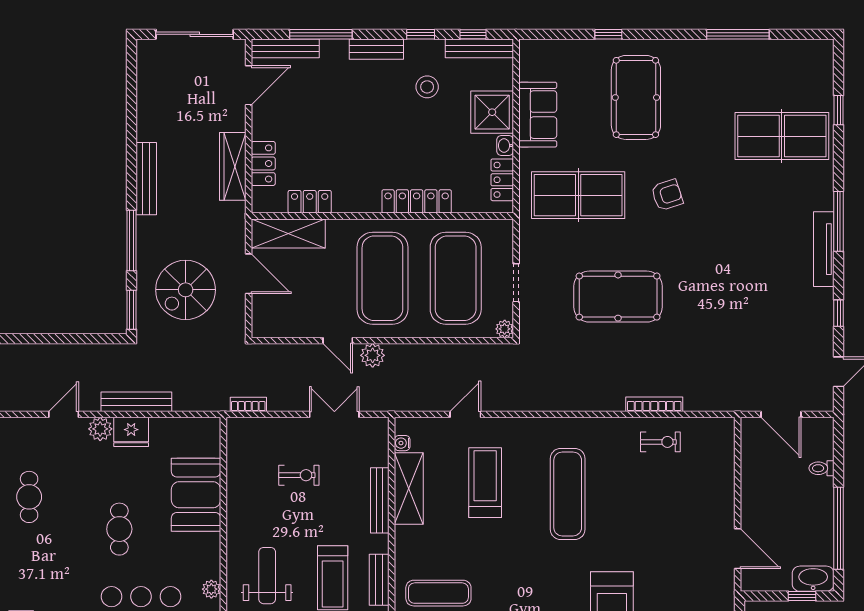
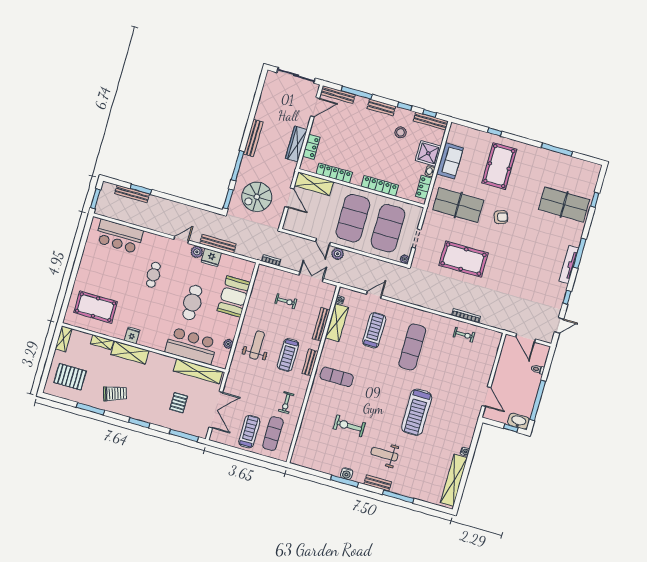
locker: (310, 202) -> (334, 173), width x1.53
cafe table: (119, 529) -> (192, 303), width x1.37, depth x1.35

